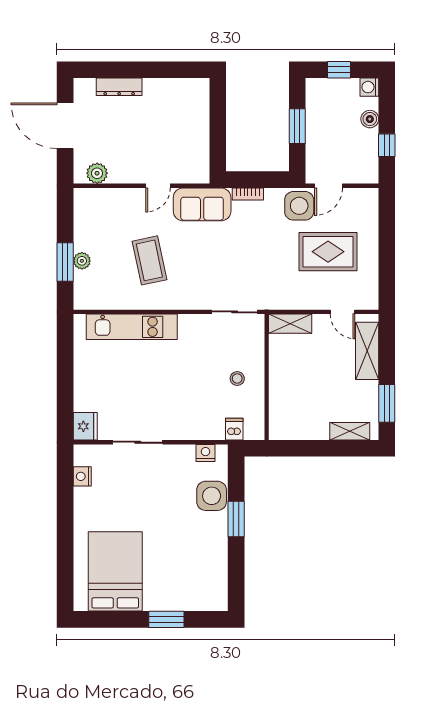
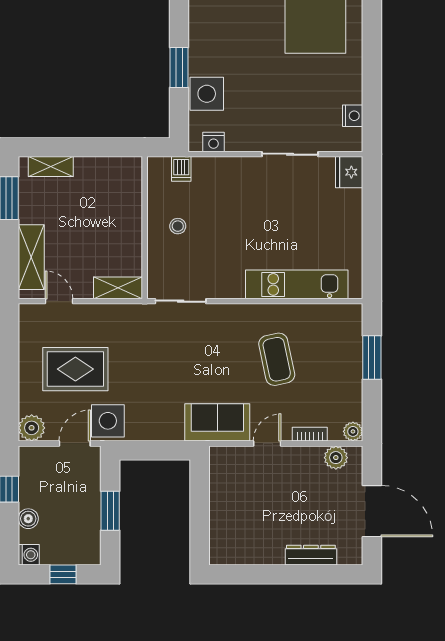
bookcase: (248, 194) -> (310, 434), moved
plant: (367, 200) -> (32, 428), added
plant: (82, 261) -> (353, 431), moved

